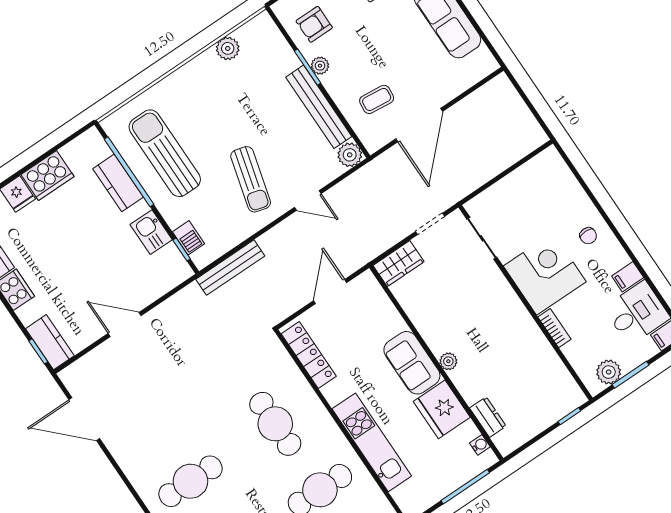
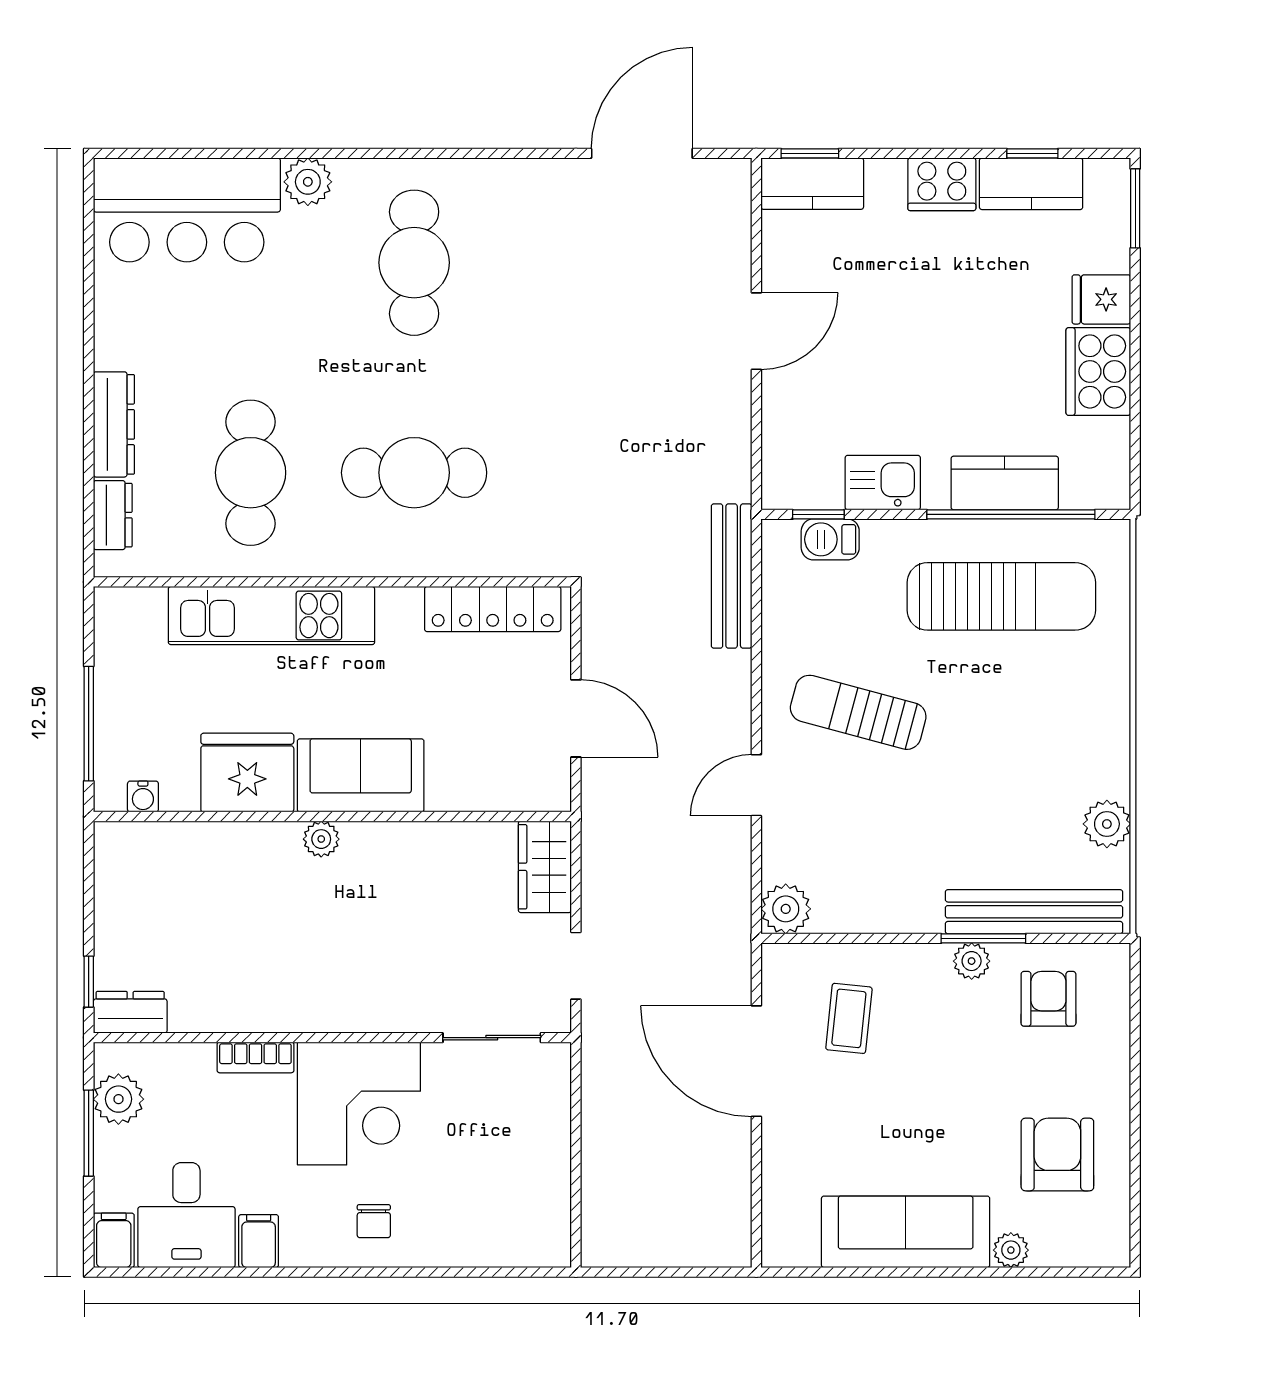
bench: (319, 107) -> (1034, 912), moved
chair: (588, 236) -> (374, 1221), turned -90
dresser: (488, 417) -> (130, 1012), moved, turned 180

